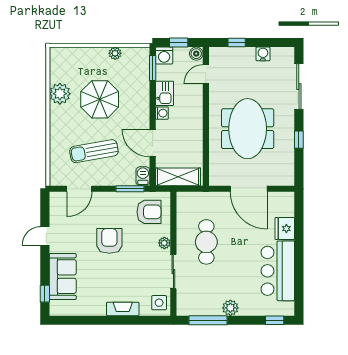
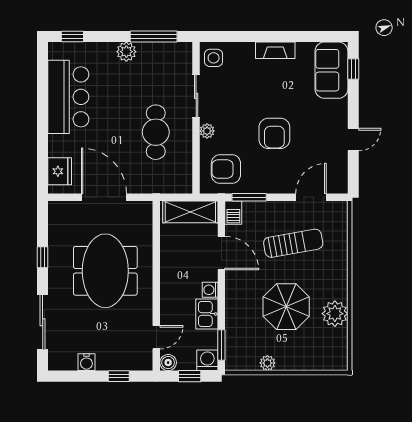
fridge: (285, 229) -> (60, 171), moved
sofa: (63, 277) -> (331, 70), moved
fireplace: (123, 309) -> (275, 50), moved

